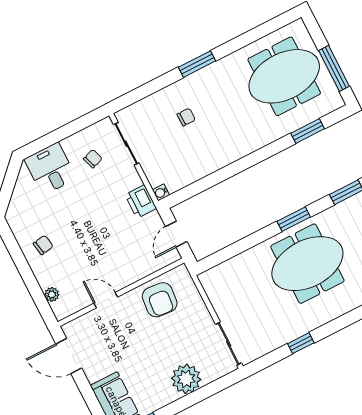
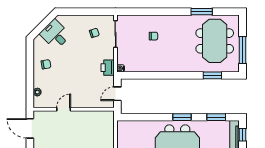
window: (197, 64) -> (202, 12), moved
meeting table: (284, 76) -> (215, 41), turned 90
desk: (50, 169) -> (55, 34), moved, turned -45
door: (106, 300) -> (64, 109), hinge flipped
armchair: (160, 300) -> (92, 123), removed

